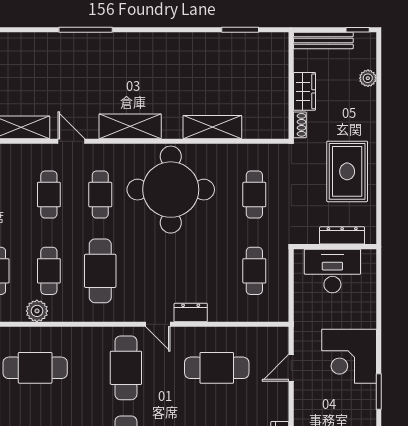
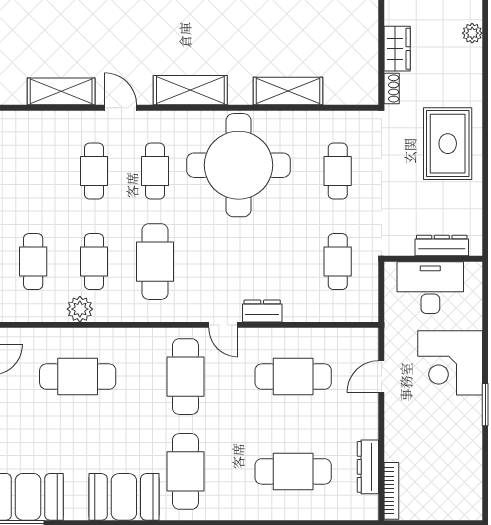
dresser: (342, 235) -> (442, 246), moved
wall: (335, 247) -> (433, 259), moved
desk: (332, 271) -> (430, 288), moved

